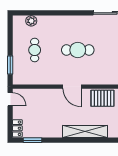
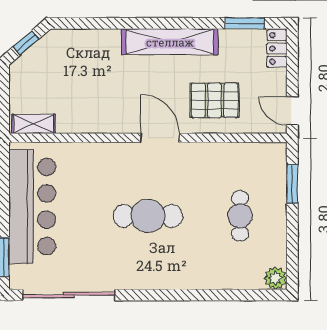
plant: (31, 21) -> (275, 278), moved
pallet: (102, 98) -> (215, 100), moved
shelving: (85, 131) -> (170, 42), moved

